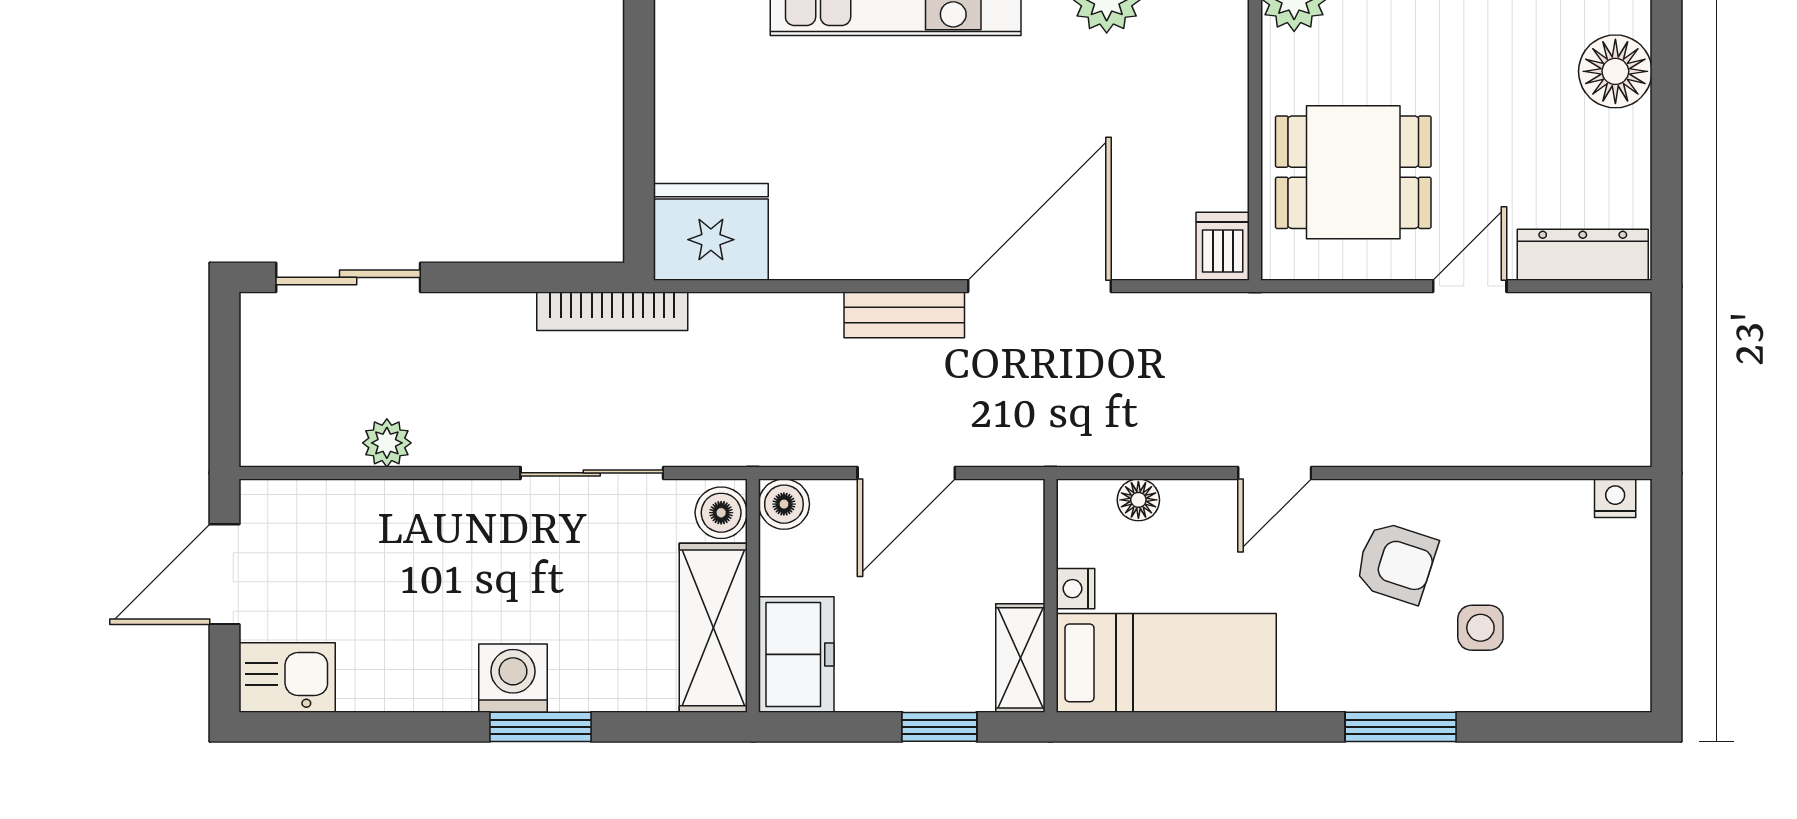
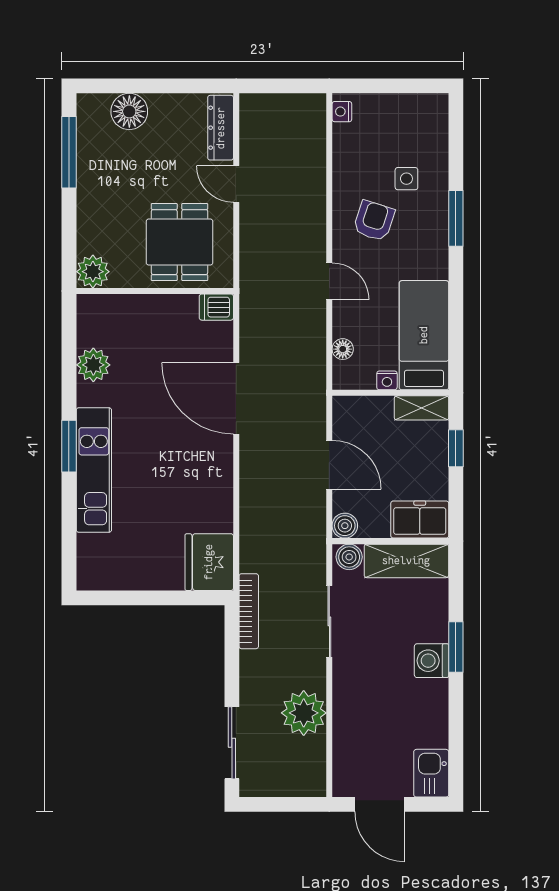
bench: (904, 315) -> (251, 466), removed
plant: (387, 443) -> (304, 713), width x1.87, depth x1.87

